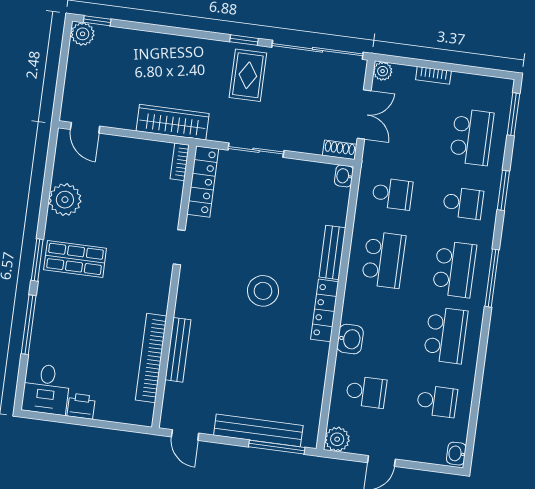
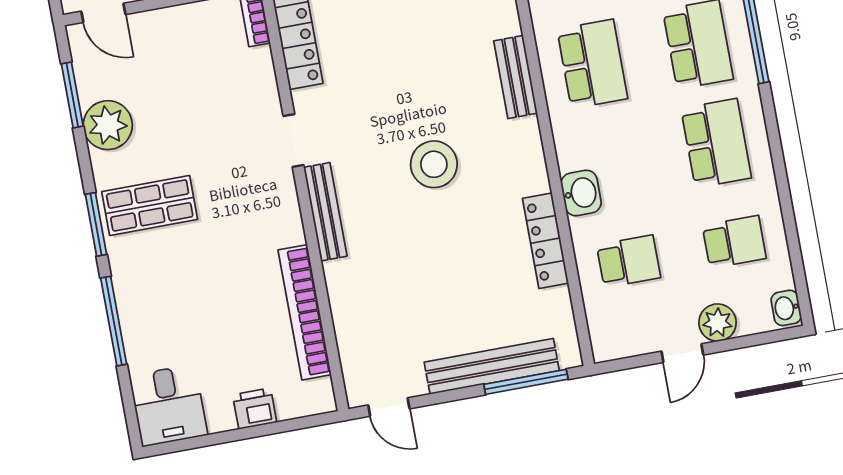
window: (49, 173) -> (72, 95), added
locker: (325, 310) -> (545, 241), moved
bench: (178, 350) -> (325, 212), moved
printer: (81, 406) -> (255, 409), moved
plant: (337, 439) -> (718, 323), moved

